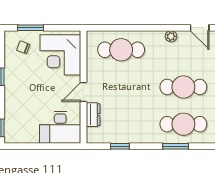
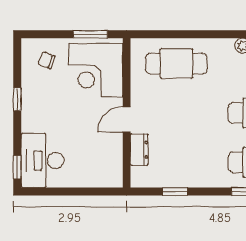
window: (30, 28) -> (90, 34), moved
desk: (60, 127) -> (42, 161), moved, turned 90

